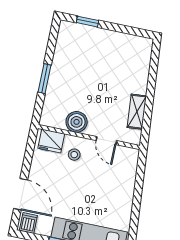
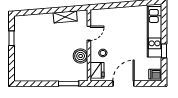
window: (88, 22) -> (11, 38), moved
window: (44, 79) -> (69, 84), moved
door: (21, 194) -> (124, 84), moved

